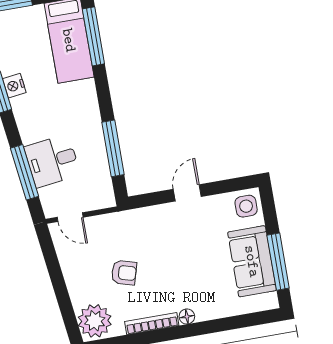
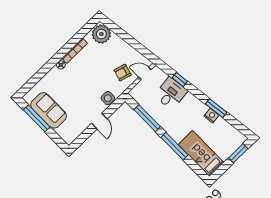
window: (93, 36) -> (175, 146), moved
window: (24, 172) -> (180, 79), width x0.46
side table: (246, 206) -> (108, 98), moved
armchair: (124, 273) -> (123, 73), moved

